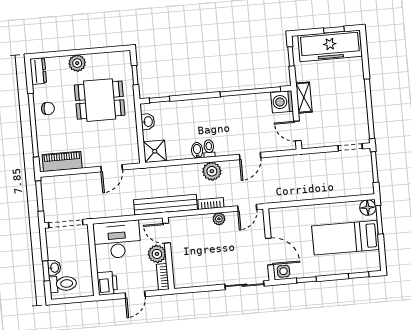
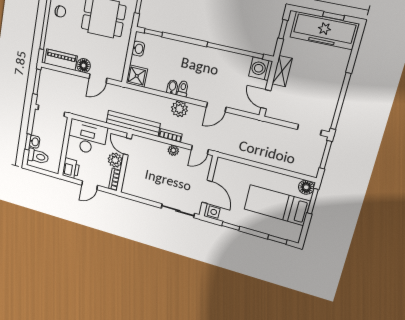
floor lamp: (91, 159) -> (84, 66), added

